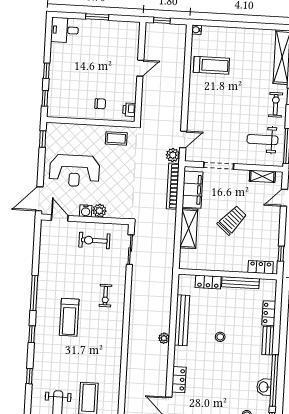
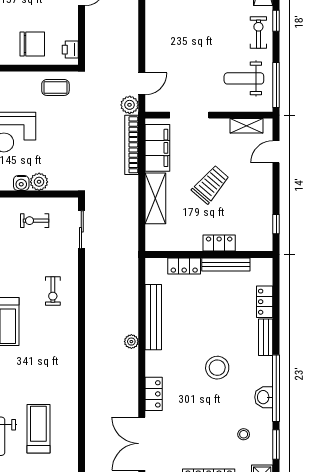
chair: (100, 104) -> (32, 44), width x1.87, depth x1.87
exercise bike: (94, 240) -> (35, 221), width x0.73, depth x0.72
locker: (261, 267) -> (219, 243), moved
stool: (220, 337) -> (217, 368), moved, width x1.89, depth x1.89

